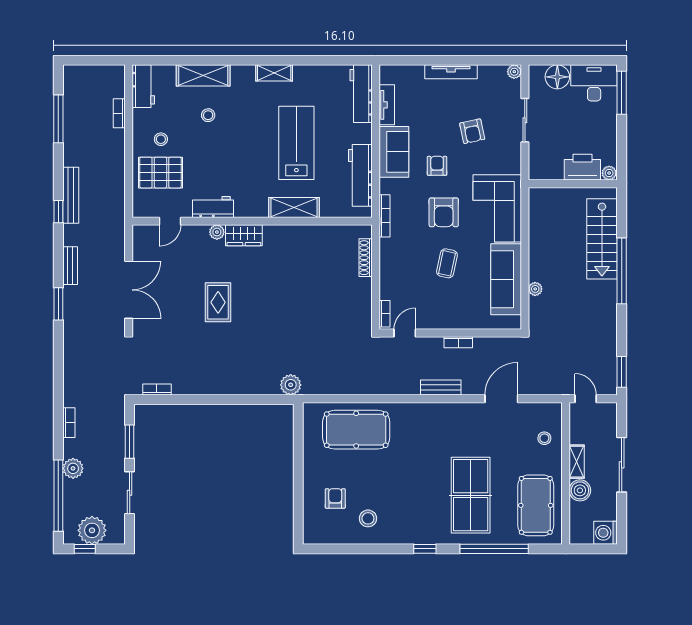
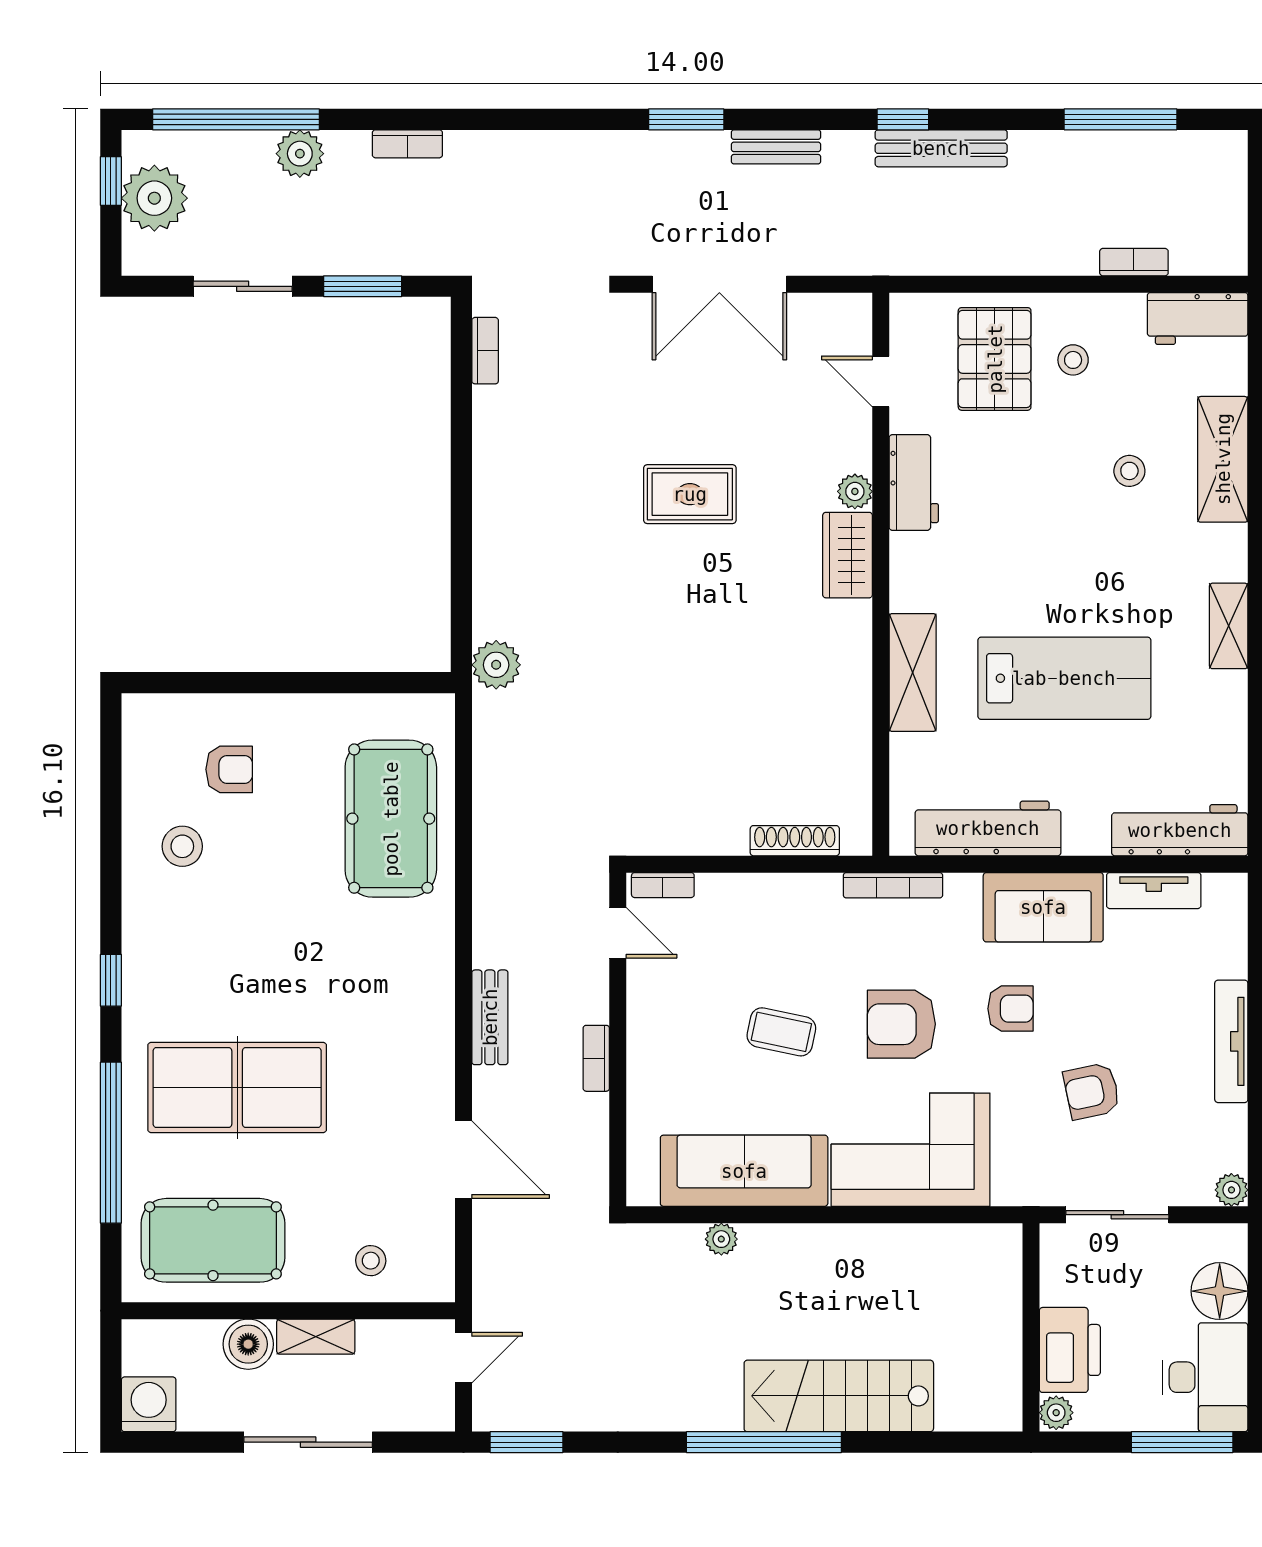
printer: (582, 167) -> (1070, 1350), moved
plant: (609, 173) -> (1056, 1413), moved
wall: (573, 184) -> (1031, 1327), moved

